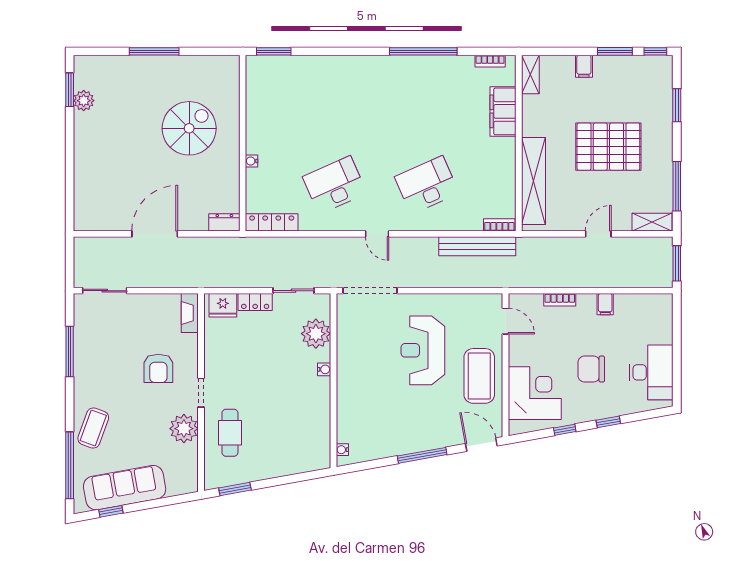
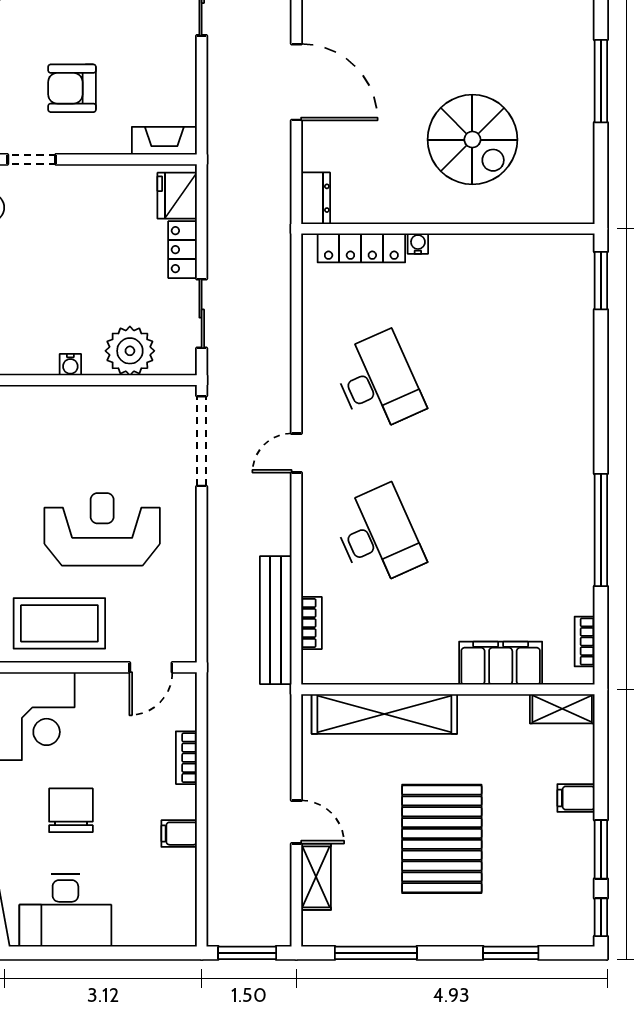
locker: (272, 222) -> (361, 248), moved, turned 90
shelving: (652, 222) -> (316, 877), moved
bookcase: (499, 225) -> (312, 623), moved

